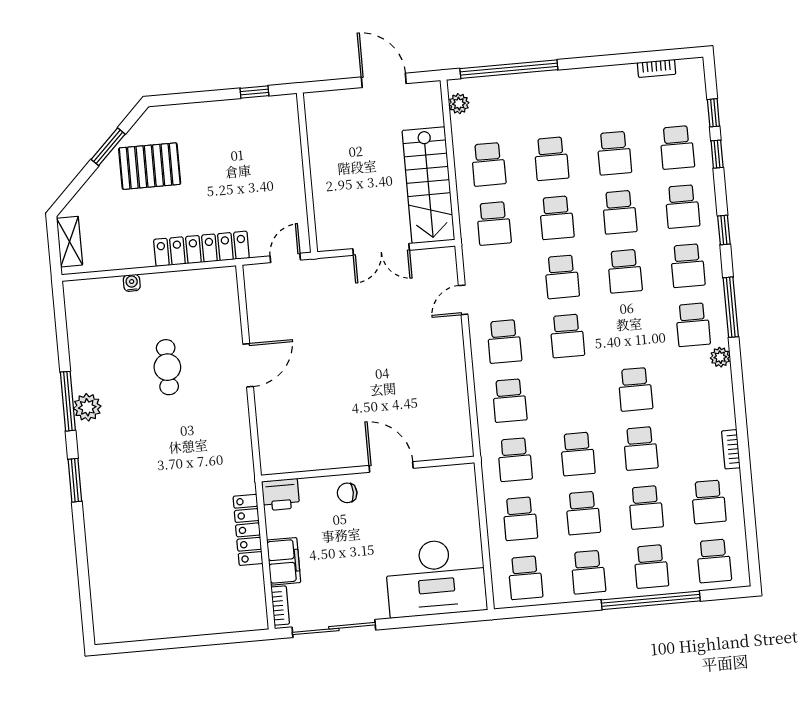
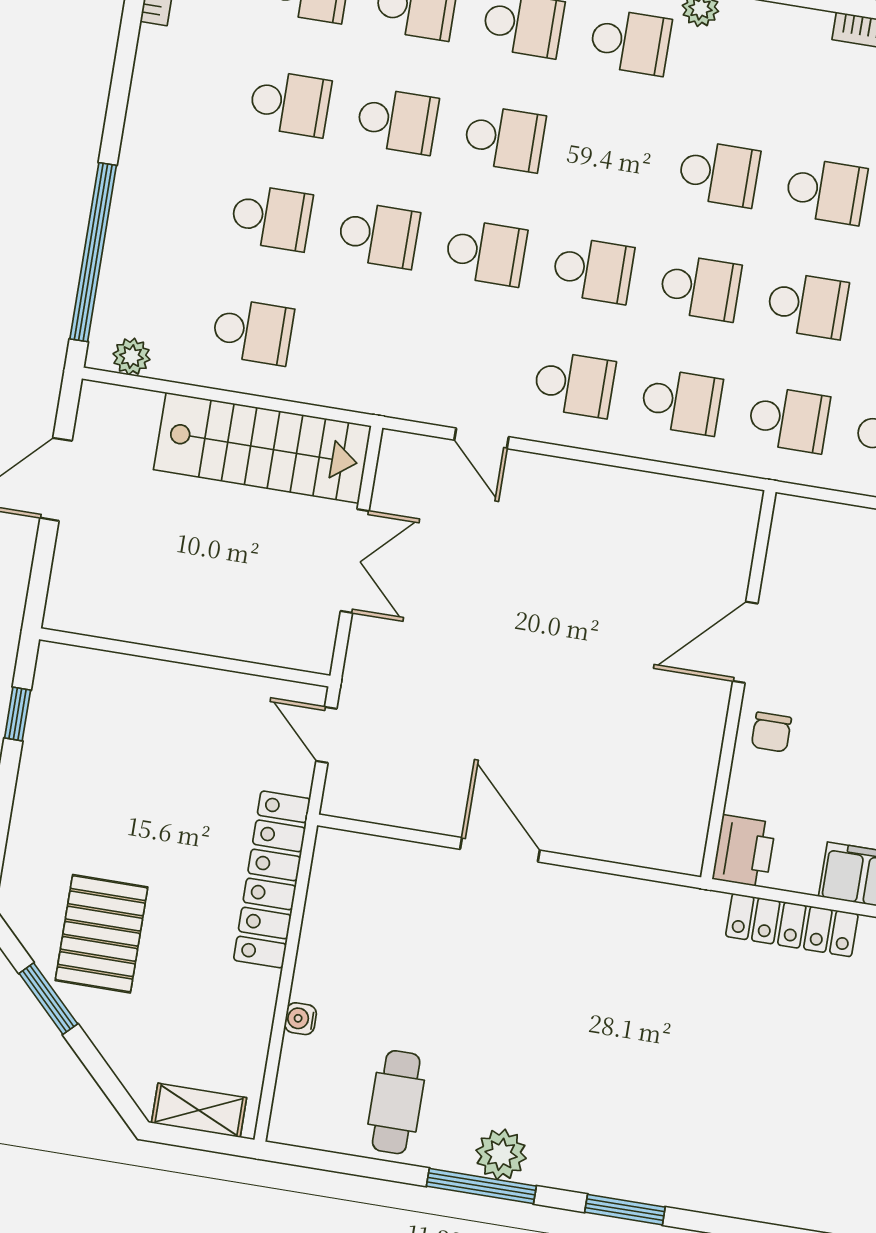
school desk: (494, 223) -> (700, 288), moved
cafe table: (167, 367) -> (396, 1102), moved, turned 90

